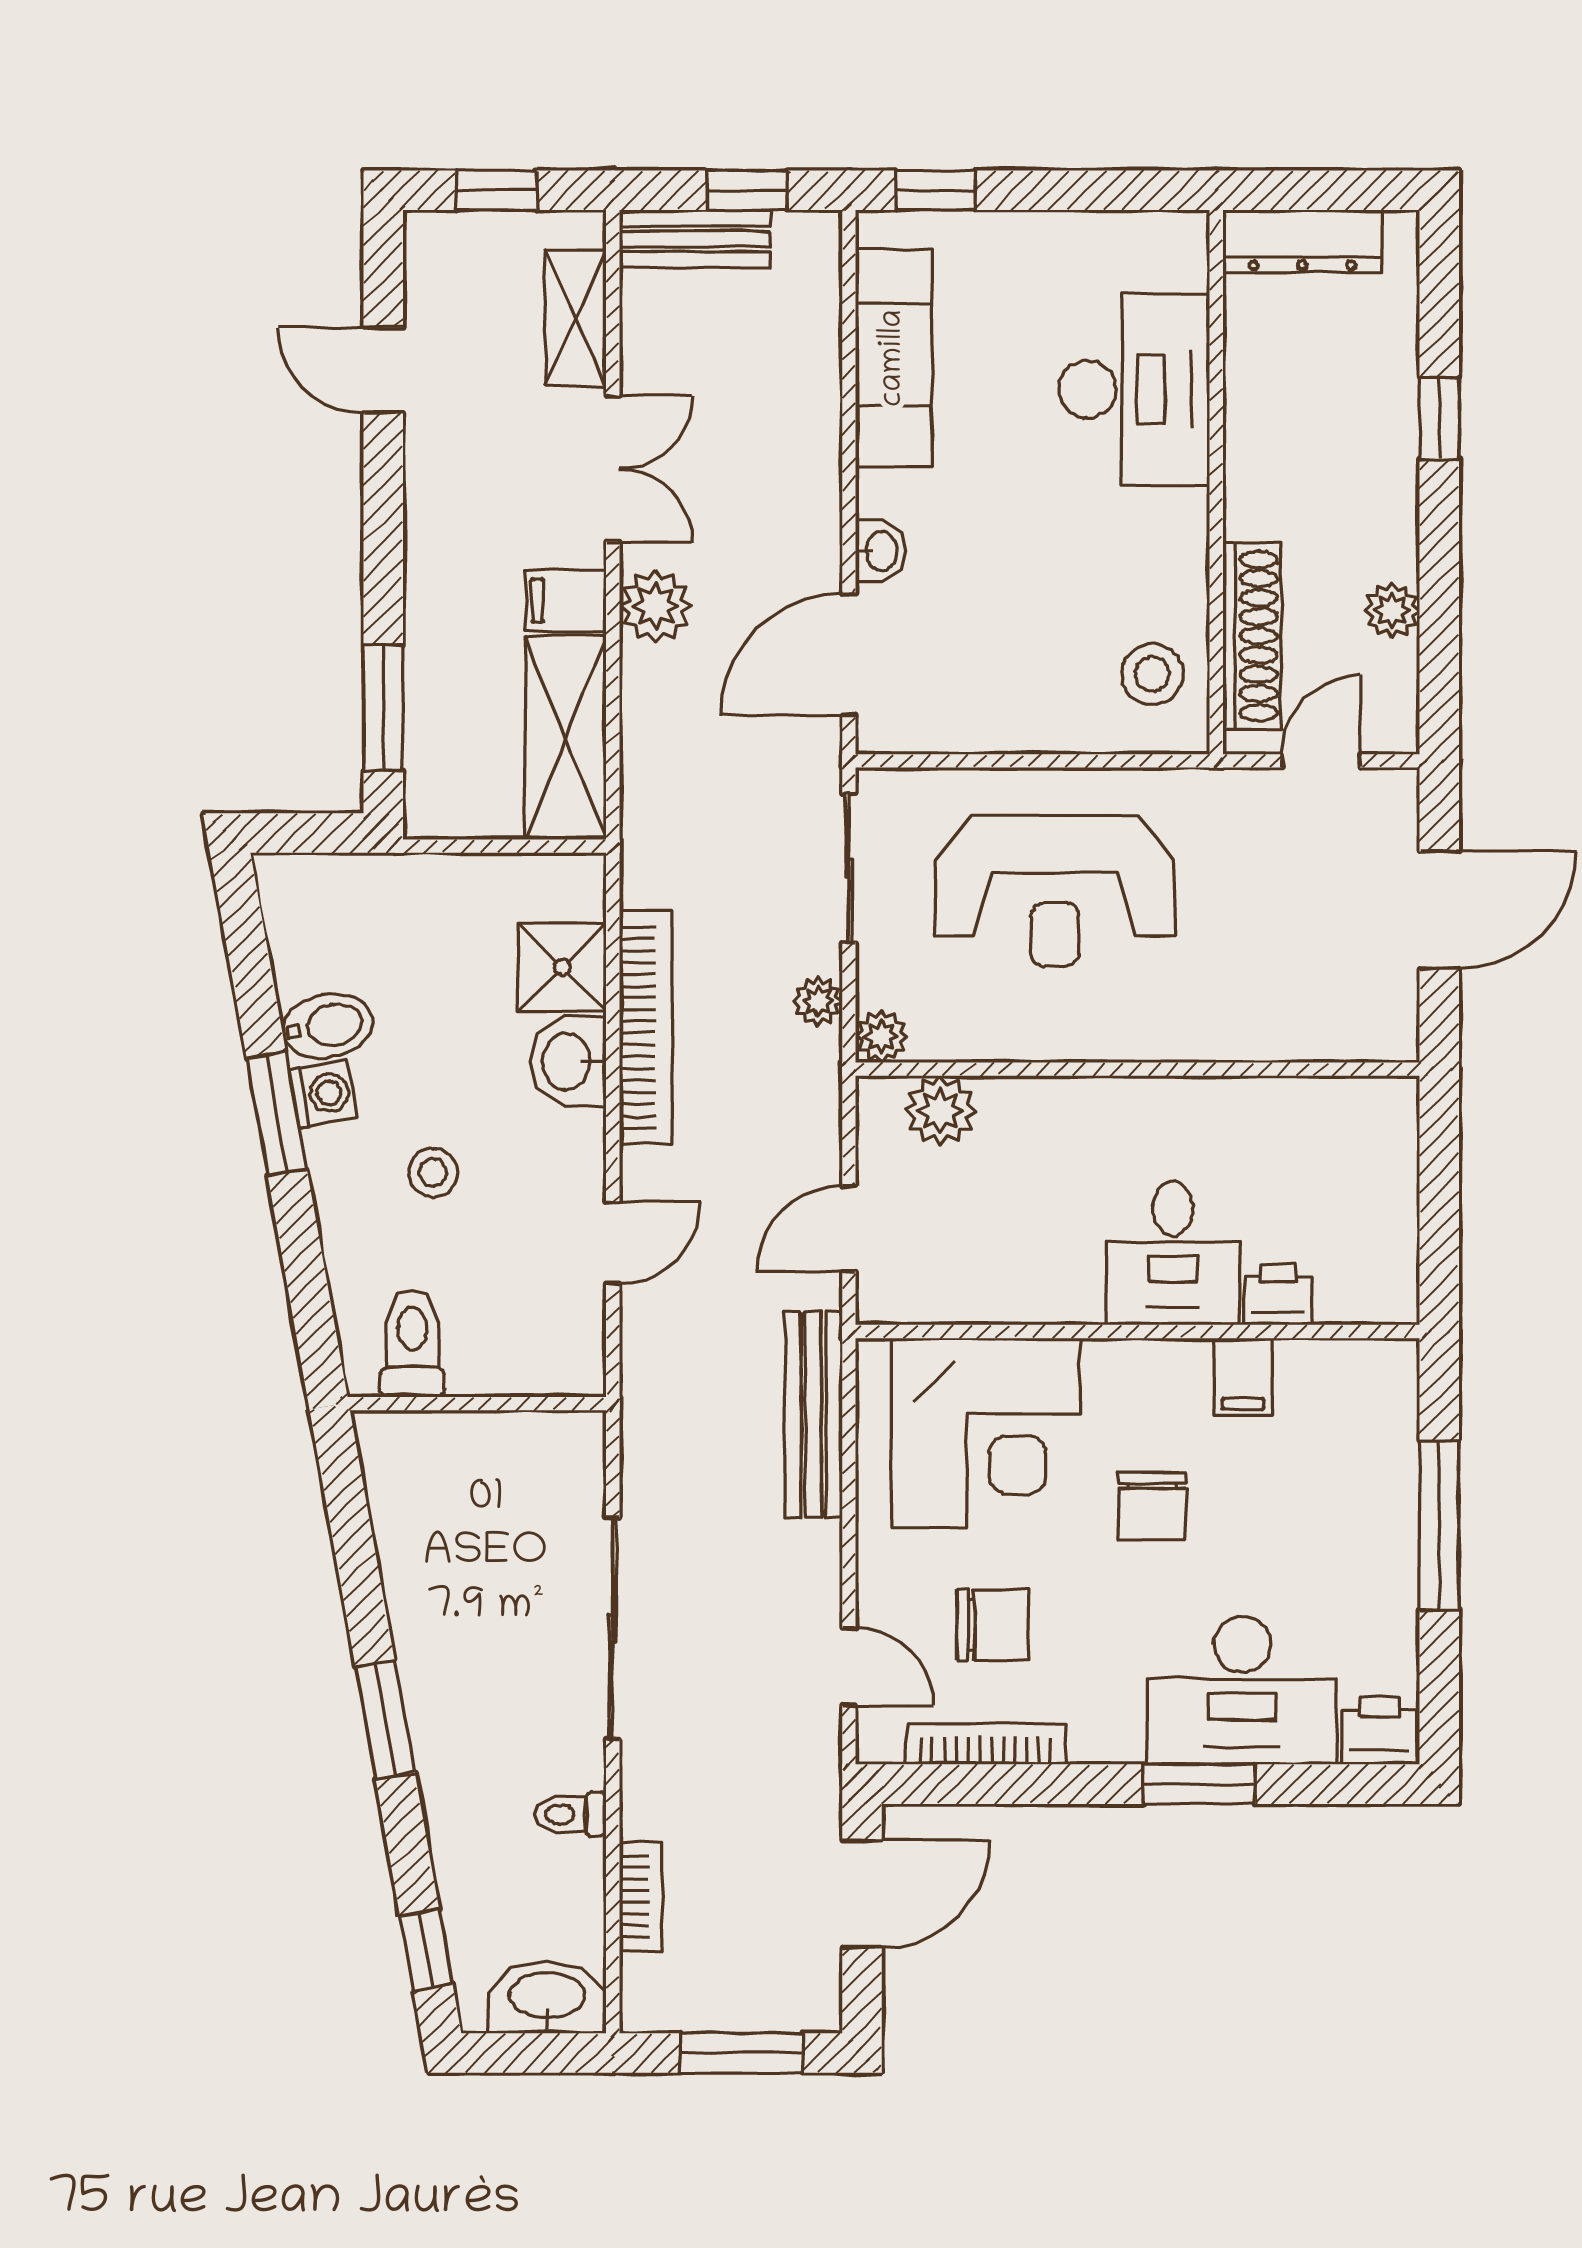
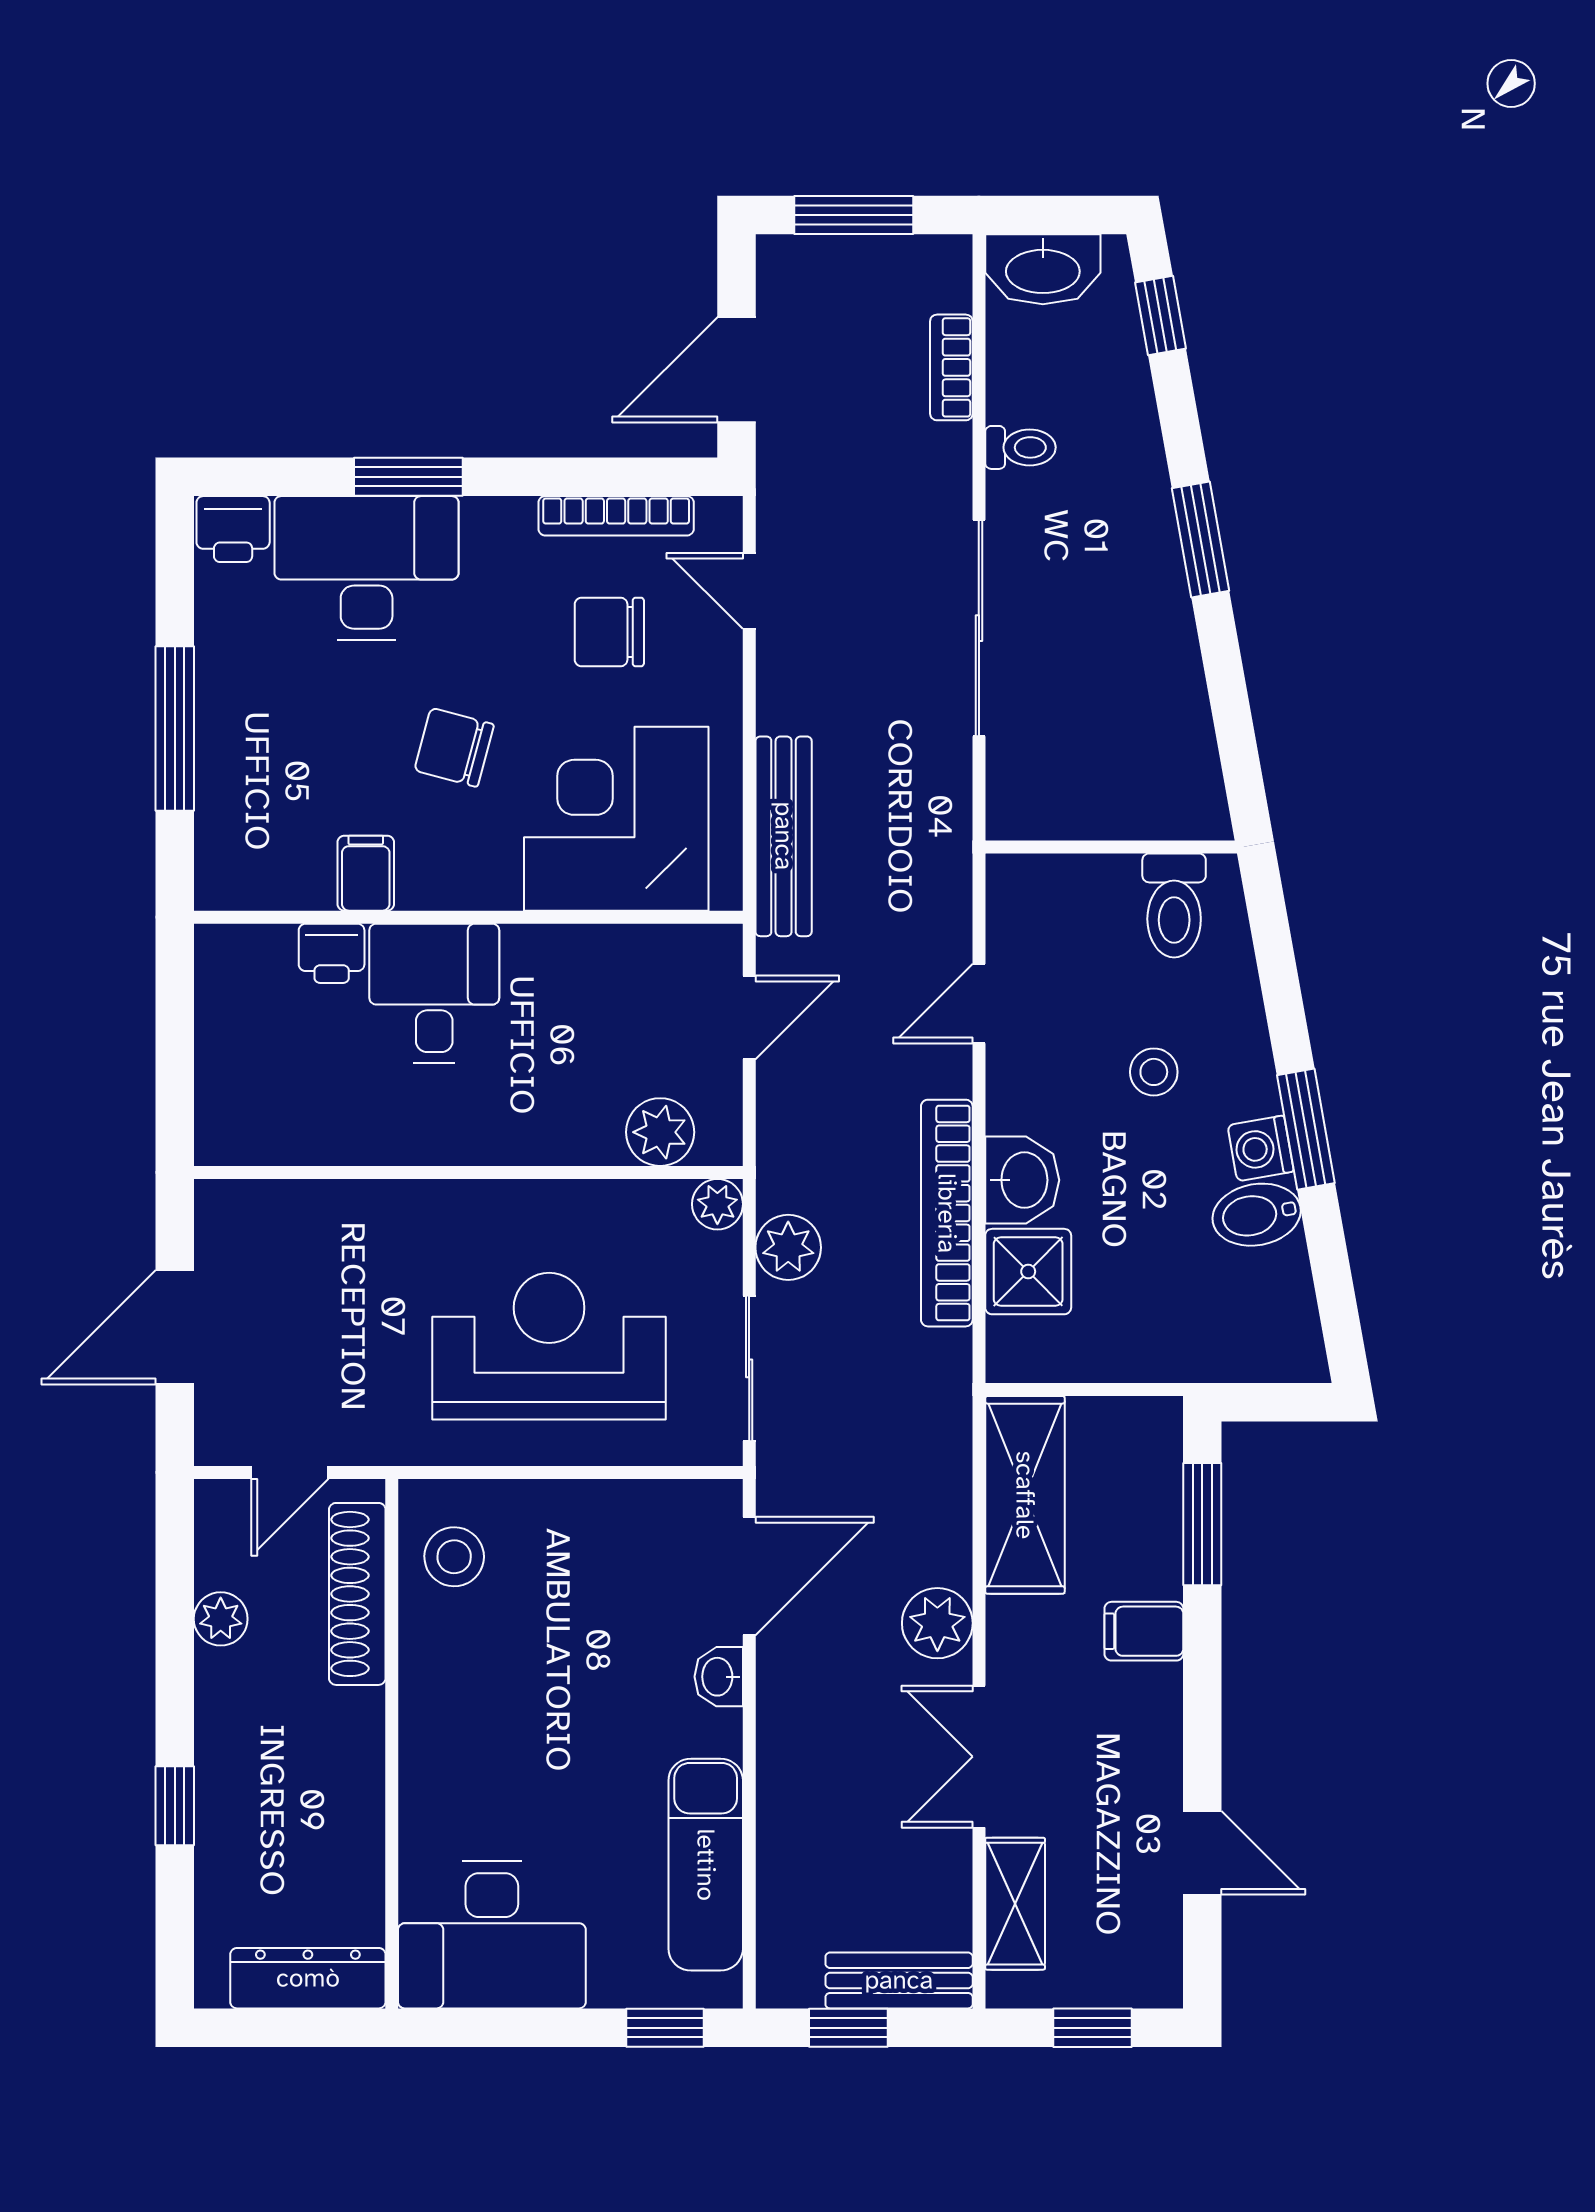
desk: (1134, 389) -> (492, 1935), moved, turned -90
filing cabinet: (566, 600) -> (1144, 1631), moved, turned 180
plant: (818, 1001) -> (788, 1247), width x1.38, depth x1.38
chair: (1152, 1506) -> (454, 747), turned -75

